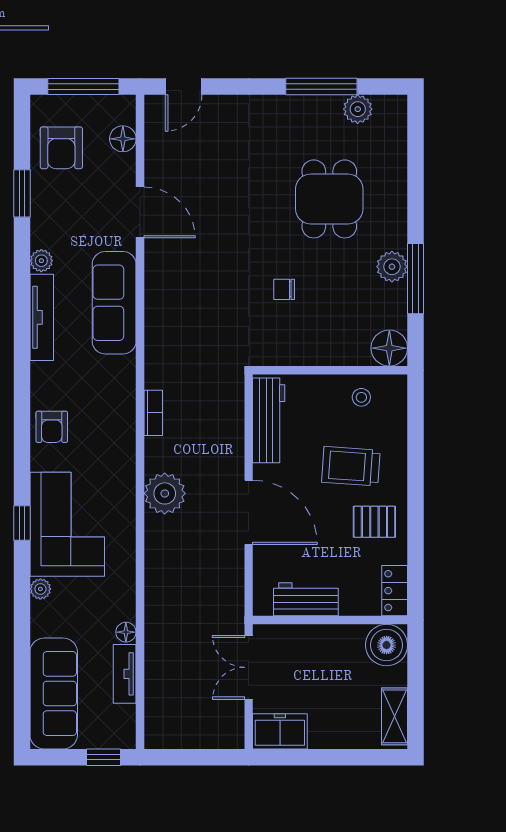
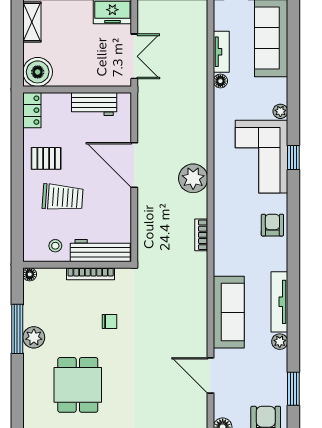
floor lamp: (389, 348) -> (30, 274), width x0.53, depth x0.53
bookcase: (311, 358) -> (91, 274), added
workbench: (269, 420) -> (100, 251), moved, turned 90

